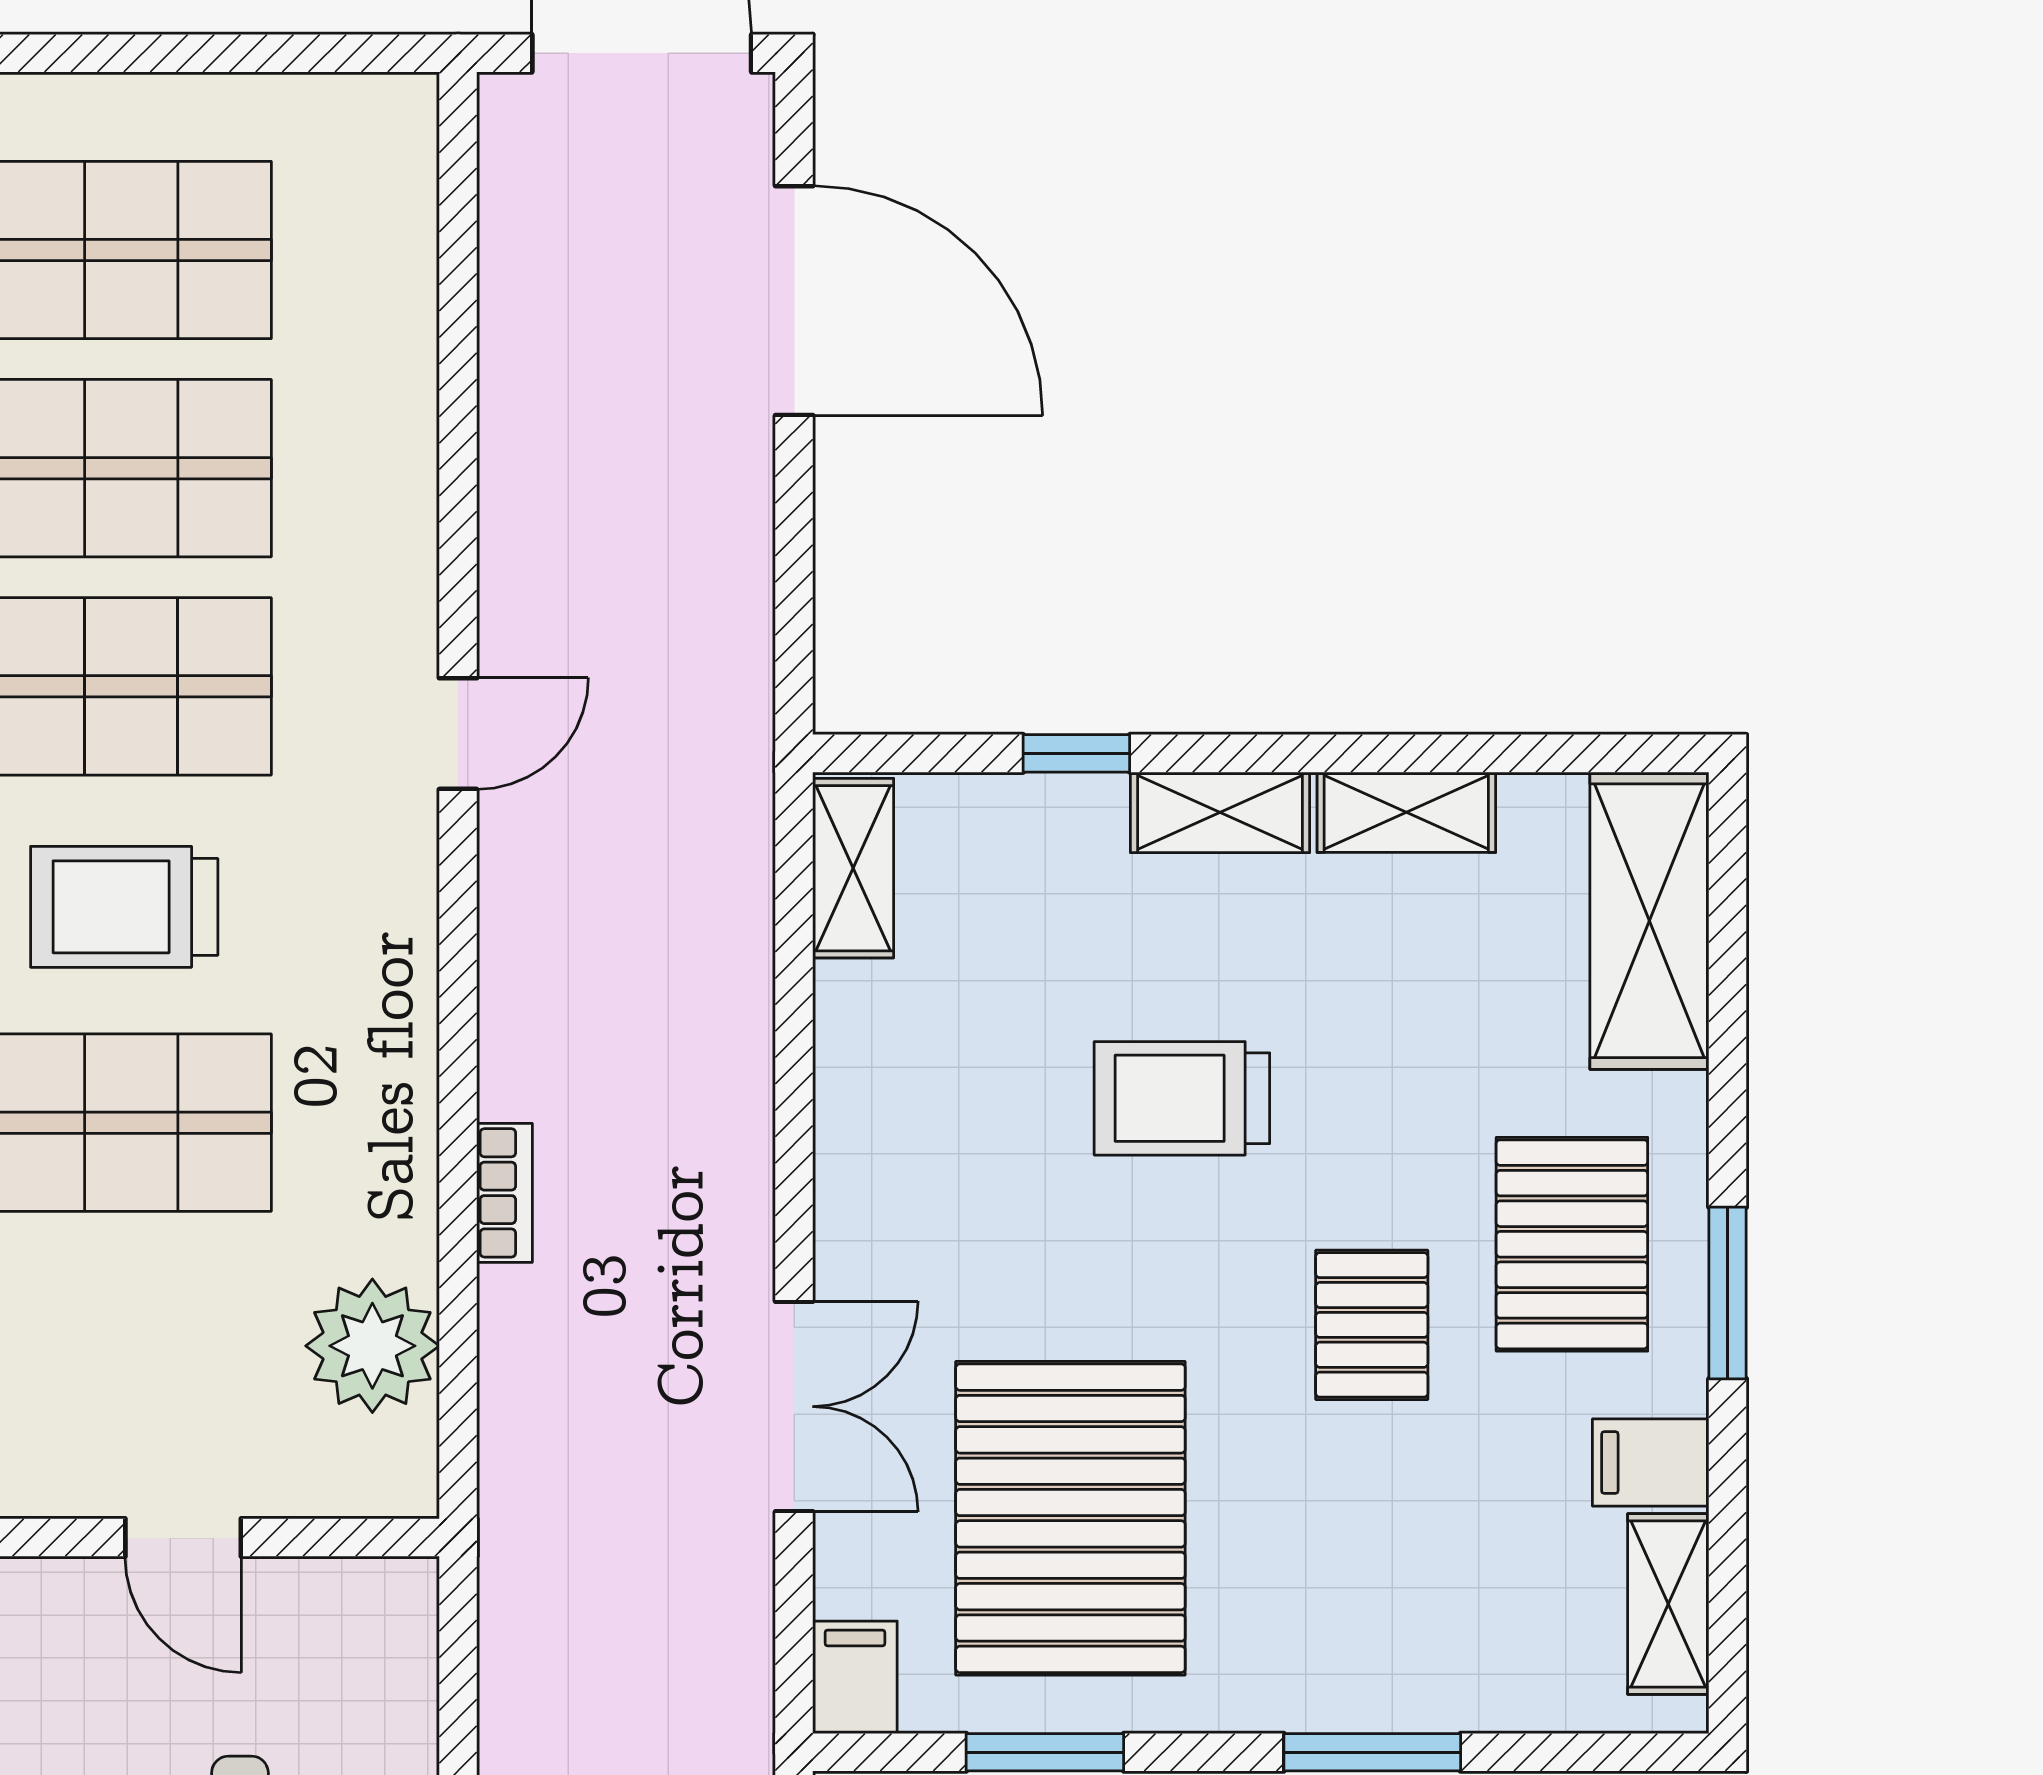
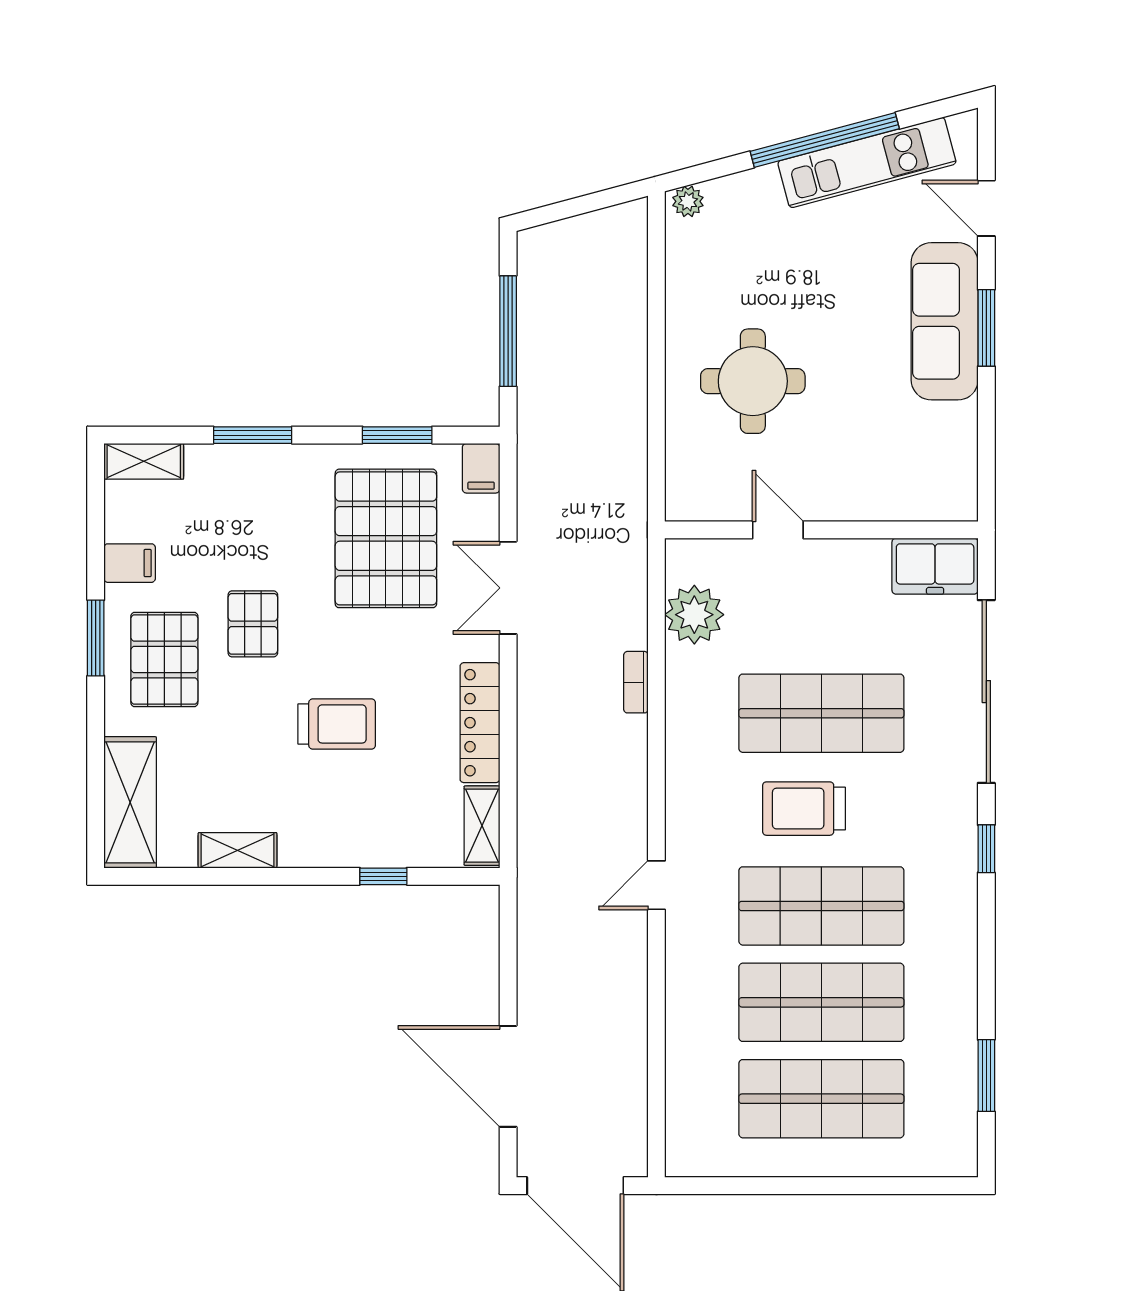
shelving: (1220, 812) -> (320, 850), removed
trolley: (124, 907) -> (804, 809), turned 180
locker: (858, 1101) -> (480, 723), added
shelving: (1668, 1604) -> (144, 461), moved, turned 90

